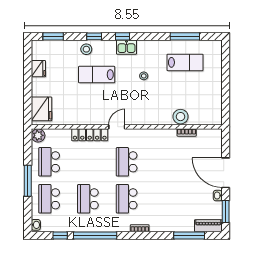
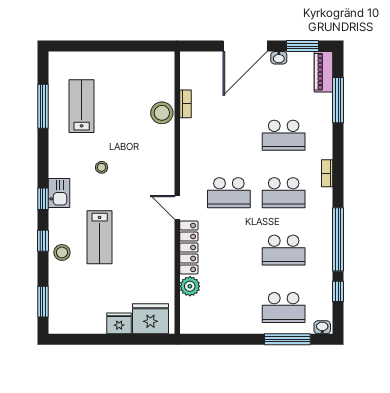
fridge: (38, 69) -> (119, 323), moved
plant: (38, 135) -> (190, 286), moved
school desk: (49, 162) -> (284, 135), moved
window: (28, 181) -> (287, 339), moved

